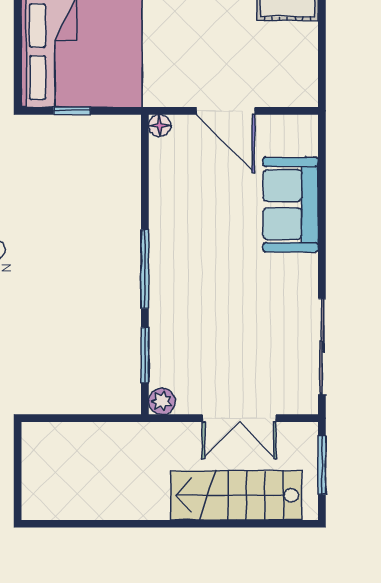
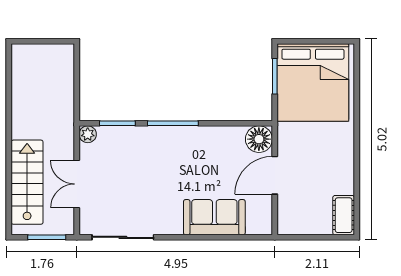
window: (72, 111) -> (275, 76), width x1.50
floor lamp: (160, 126) -> (259, 139), width x1.89, depth x1.89

